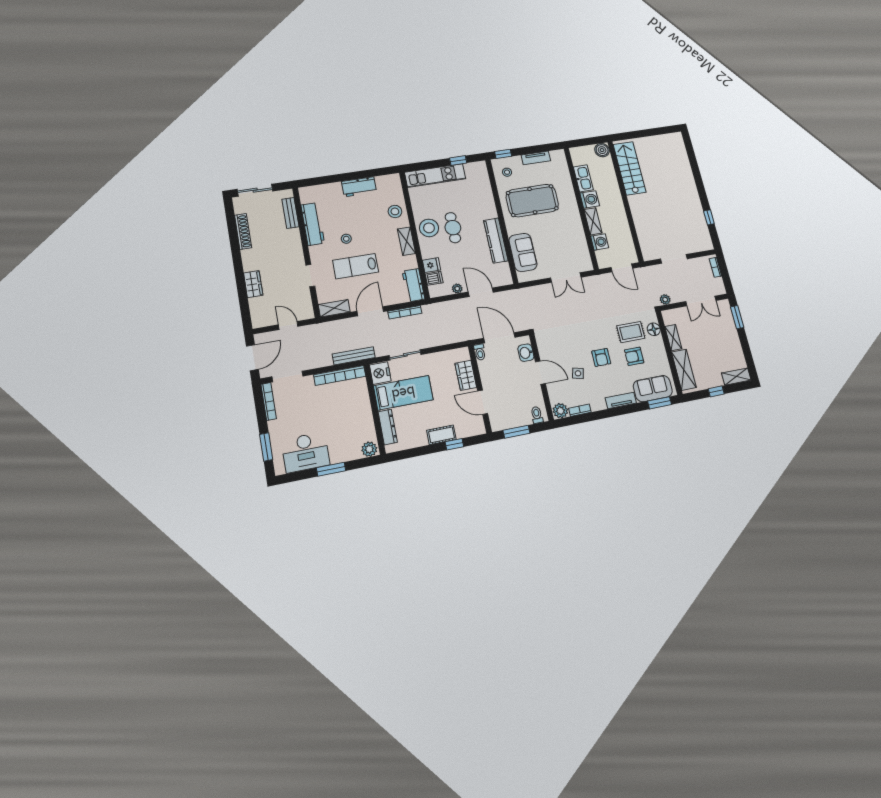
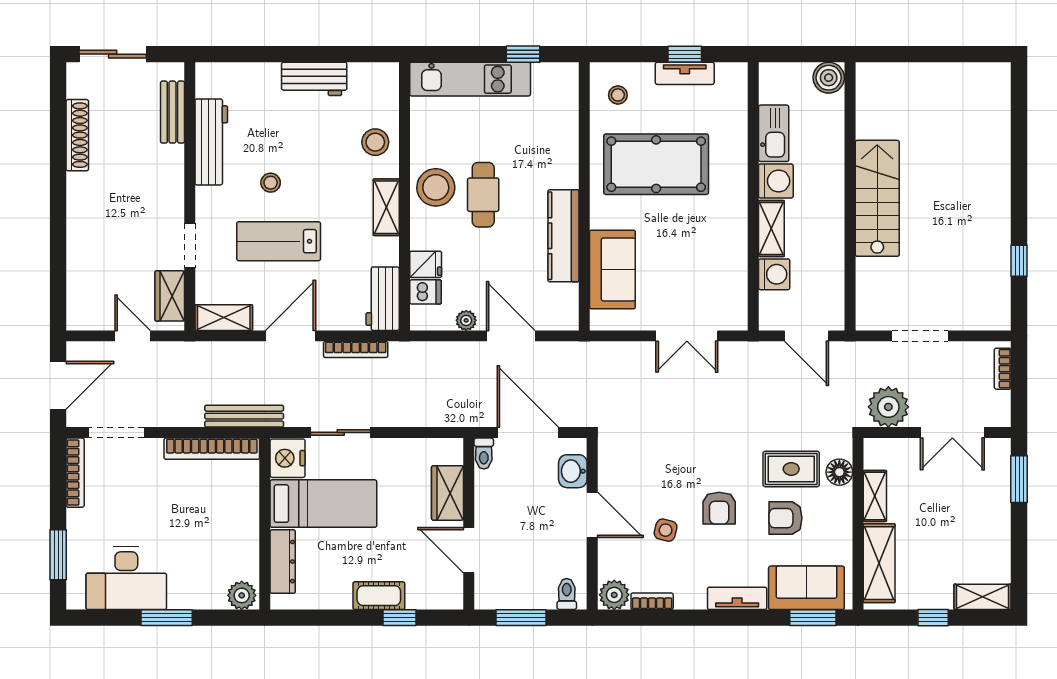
window: (503, 154) -> (685, 54), moved
stairs: (629, 168) -> (877, 198), moved
wardrobe: (253, 284) -> (170, 296), moved, turned 180
plant: (665, 299) -> (888, 407), width x1.88, depth x1.88

